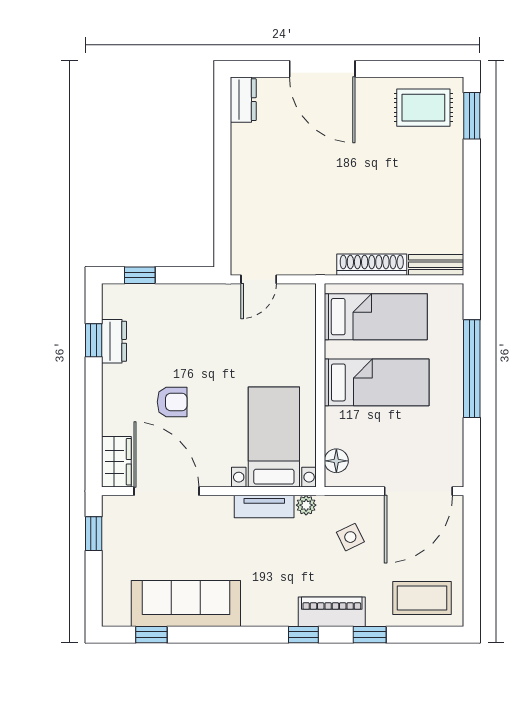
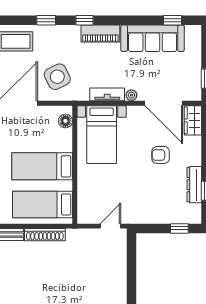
dresser: (114, 341) -> (194, 185), width x1.44
plant: (306, 505) -> (131, 95), moved
side table: (350, 537) -> (57, 77), width x1.87, depth x1.87
piano: (332, 612) -> (100, 33), moved

